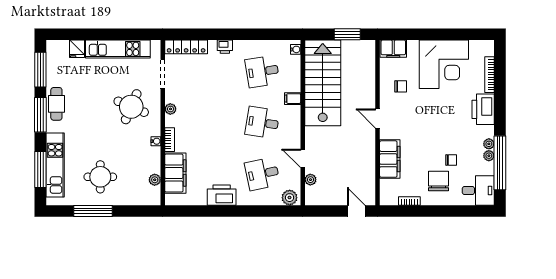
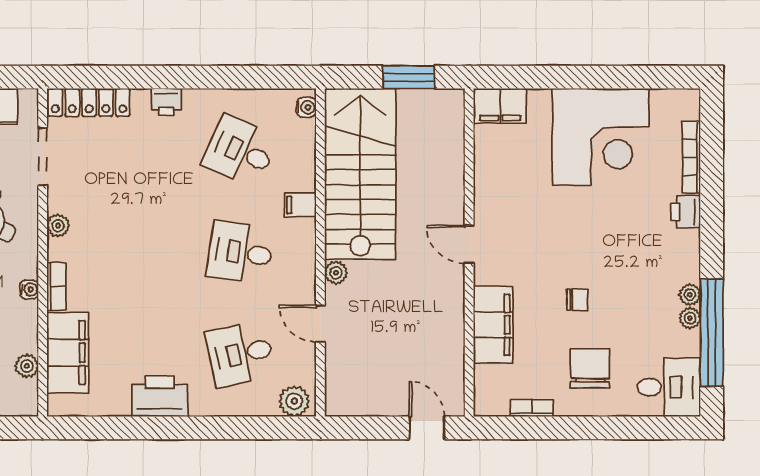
desk: (262, 71) -> (240, 151), turned 33
chair: (401, 86) -> (515, 181), removed
printer: (483, 109) -> (686, 212), width x0.53, depth x0.68
chair: (451, 160) -> (577, 300), moved
plant: (310, 180) -> (336, 273), moved

